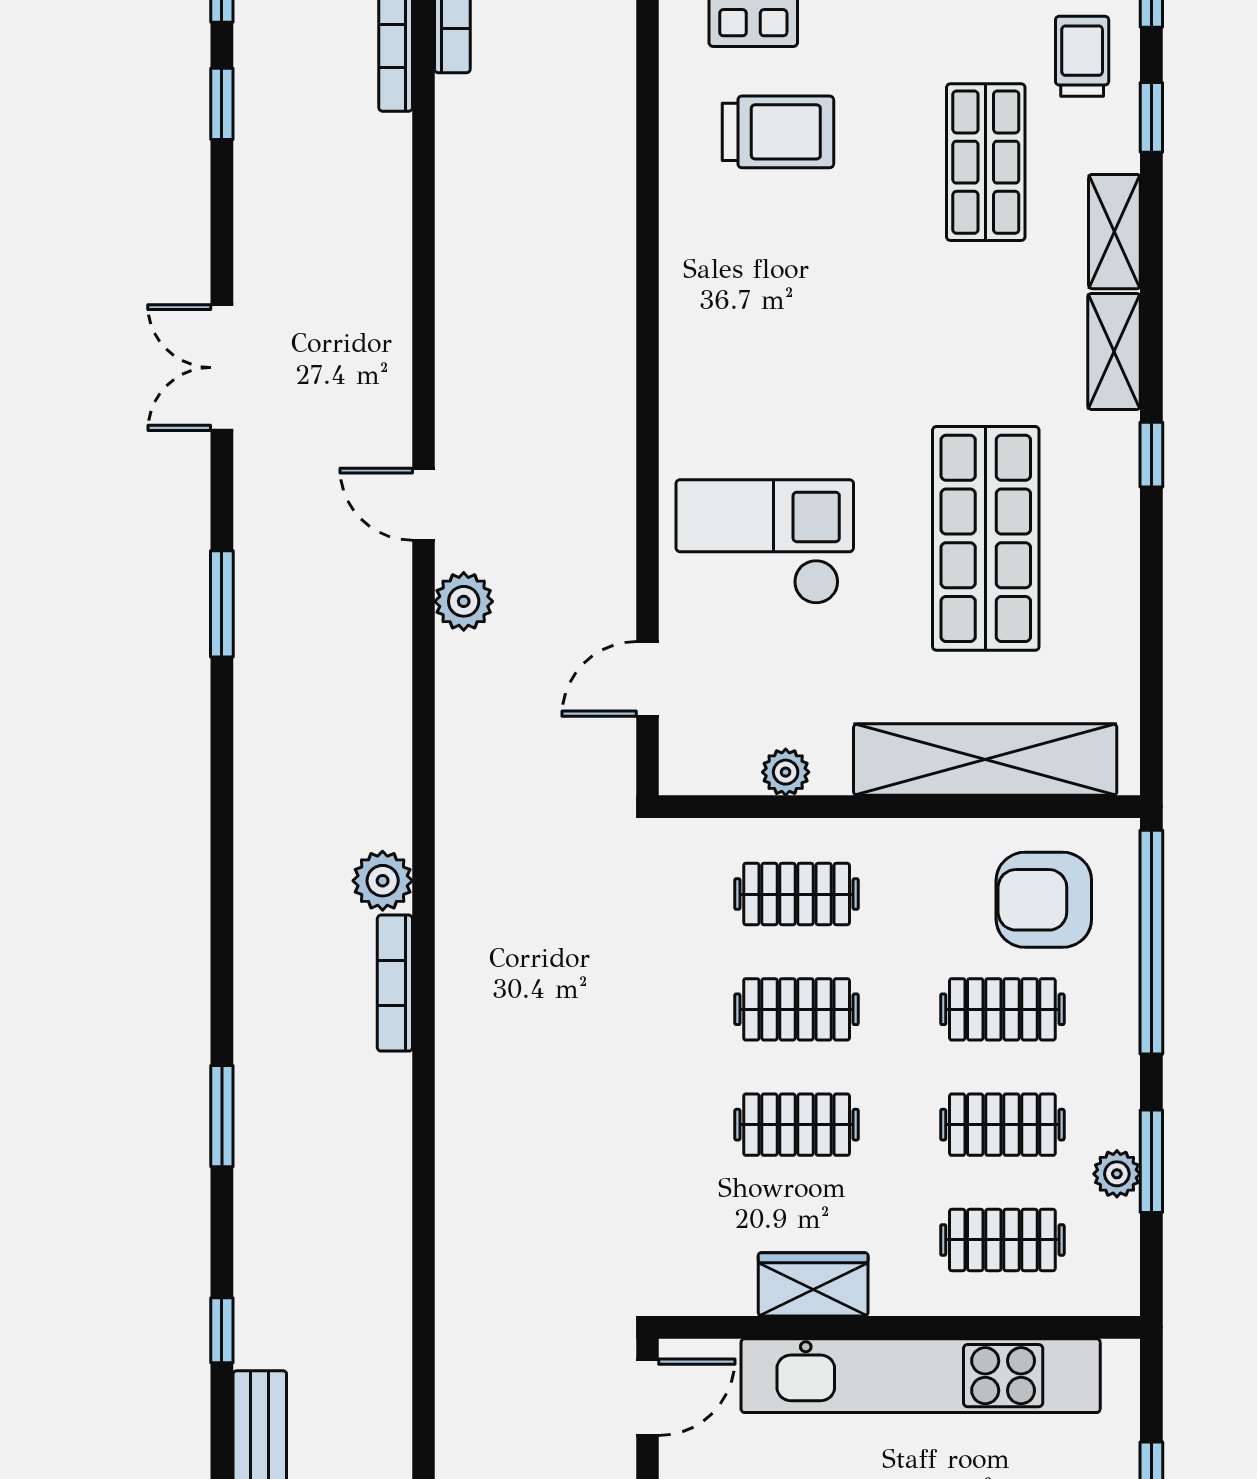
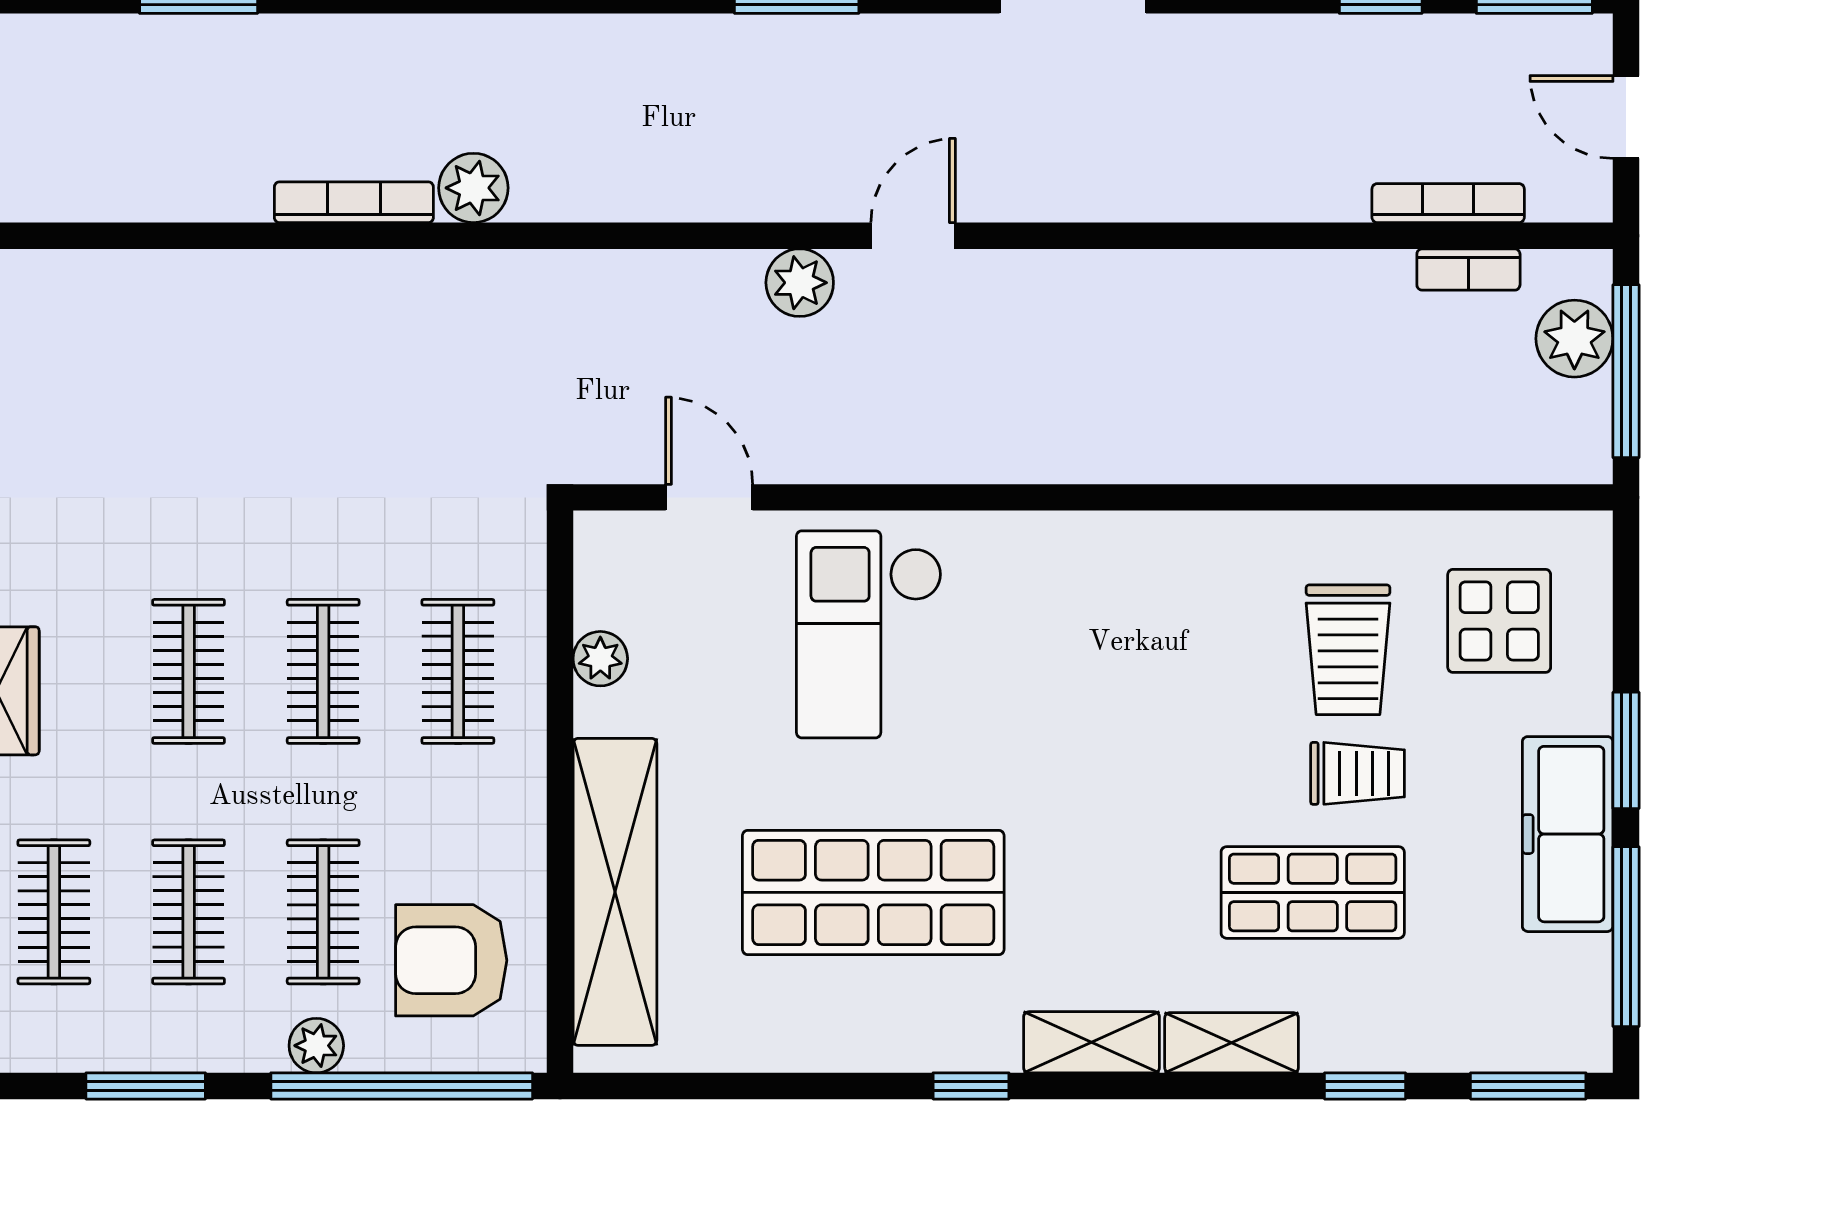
trolley: (1082, 56) -> (1358, 773), moved
checkout: (765, 542) -> (869, 634), turned 180
armchair: (1044, 900) -> (451, 960), turned -90
plant: (1117, 1174) -> (316, 1046), moved

